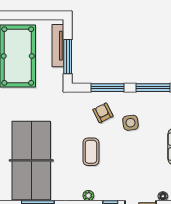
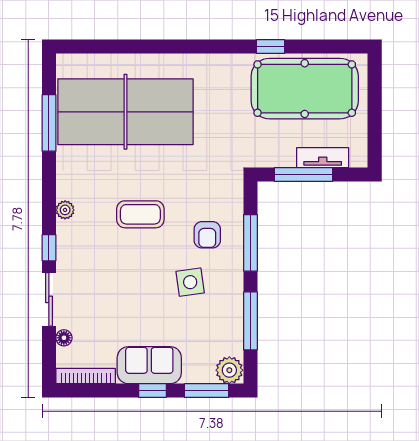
tv unit: (58, 46) -> (323, 158), width x0.71
armchair: (103, 113) -> (207, 235), turned 117

